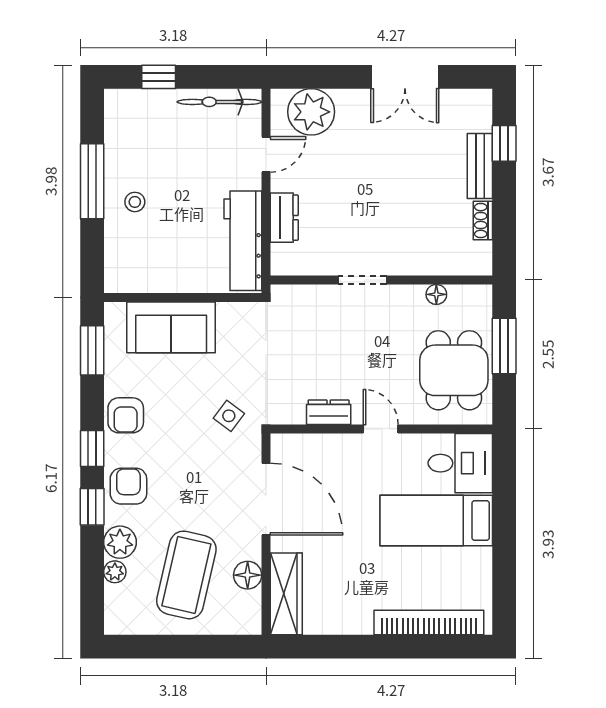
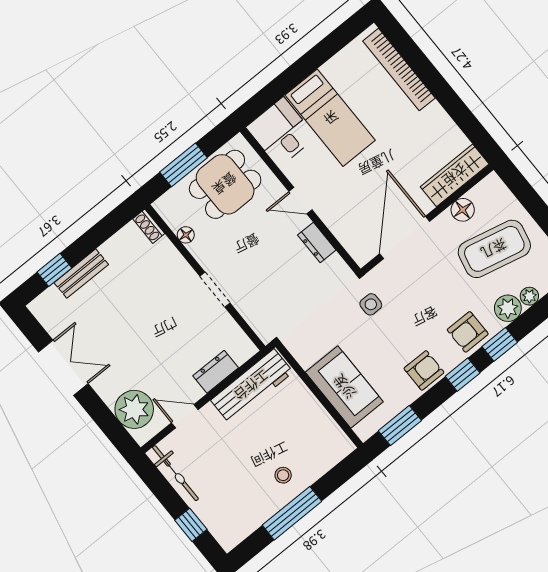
shoe rack: (483, 221) -> (149, 226), moved, turned 90
side table: (229, 416) -> (371, 304), turned -37
door: (381, 429) -> (300, 201), hinge flipped

